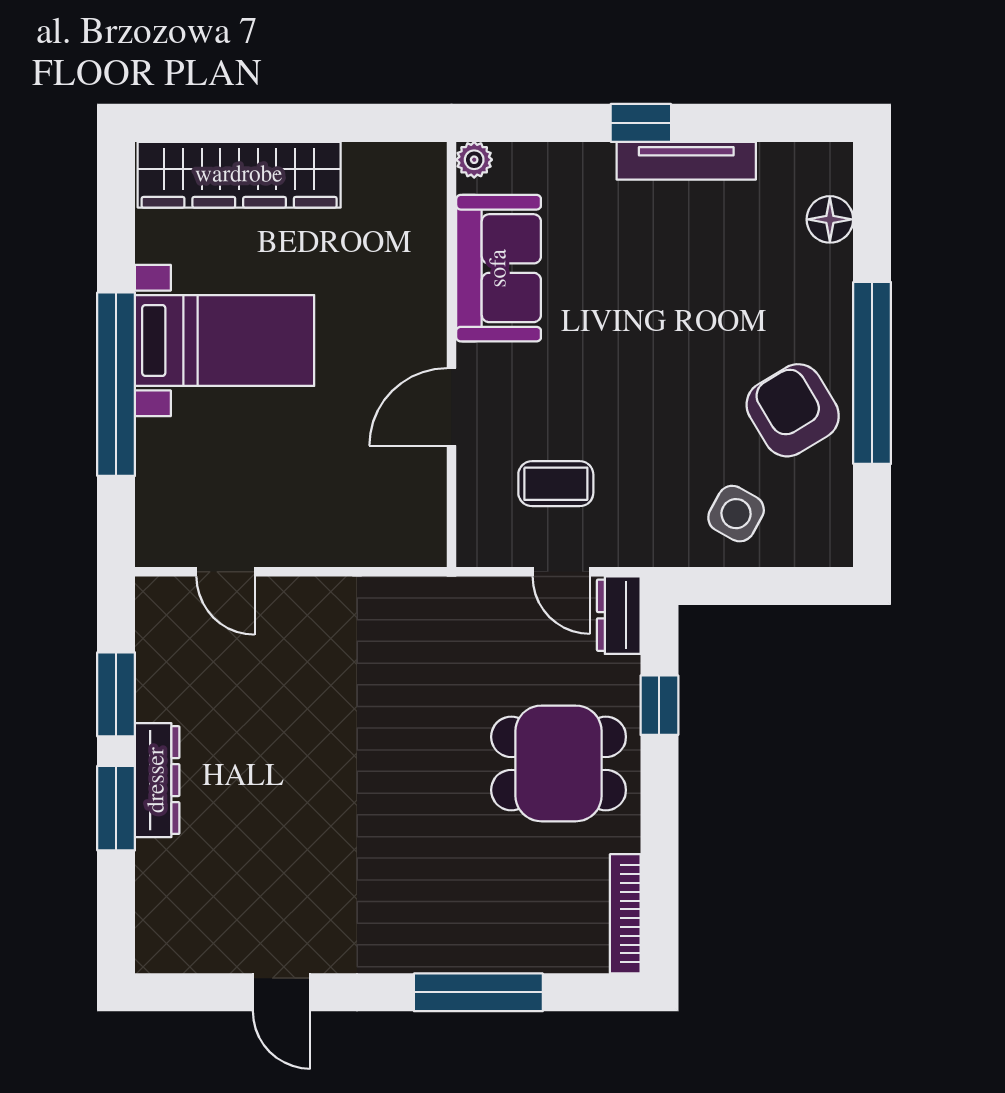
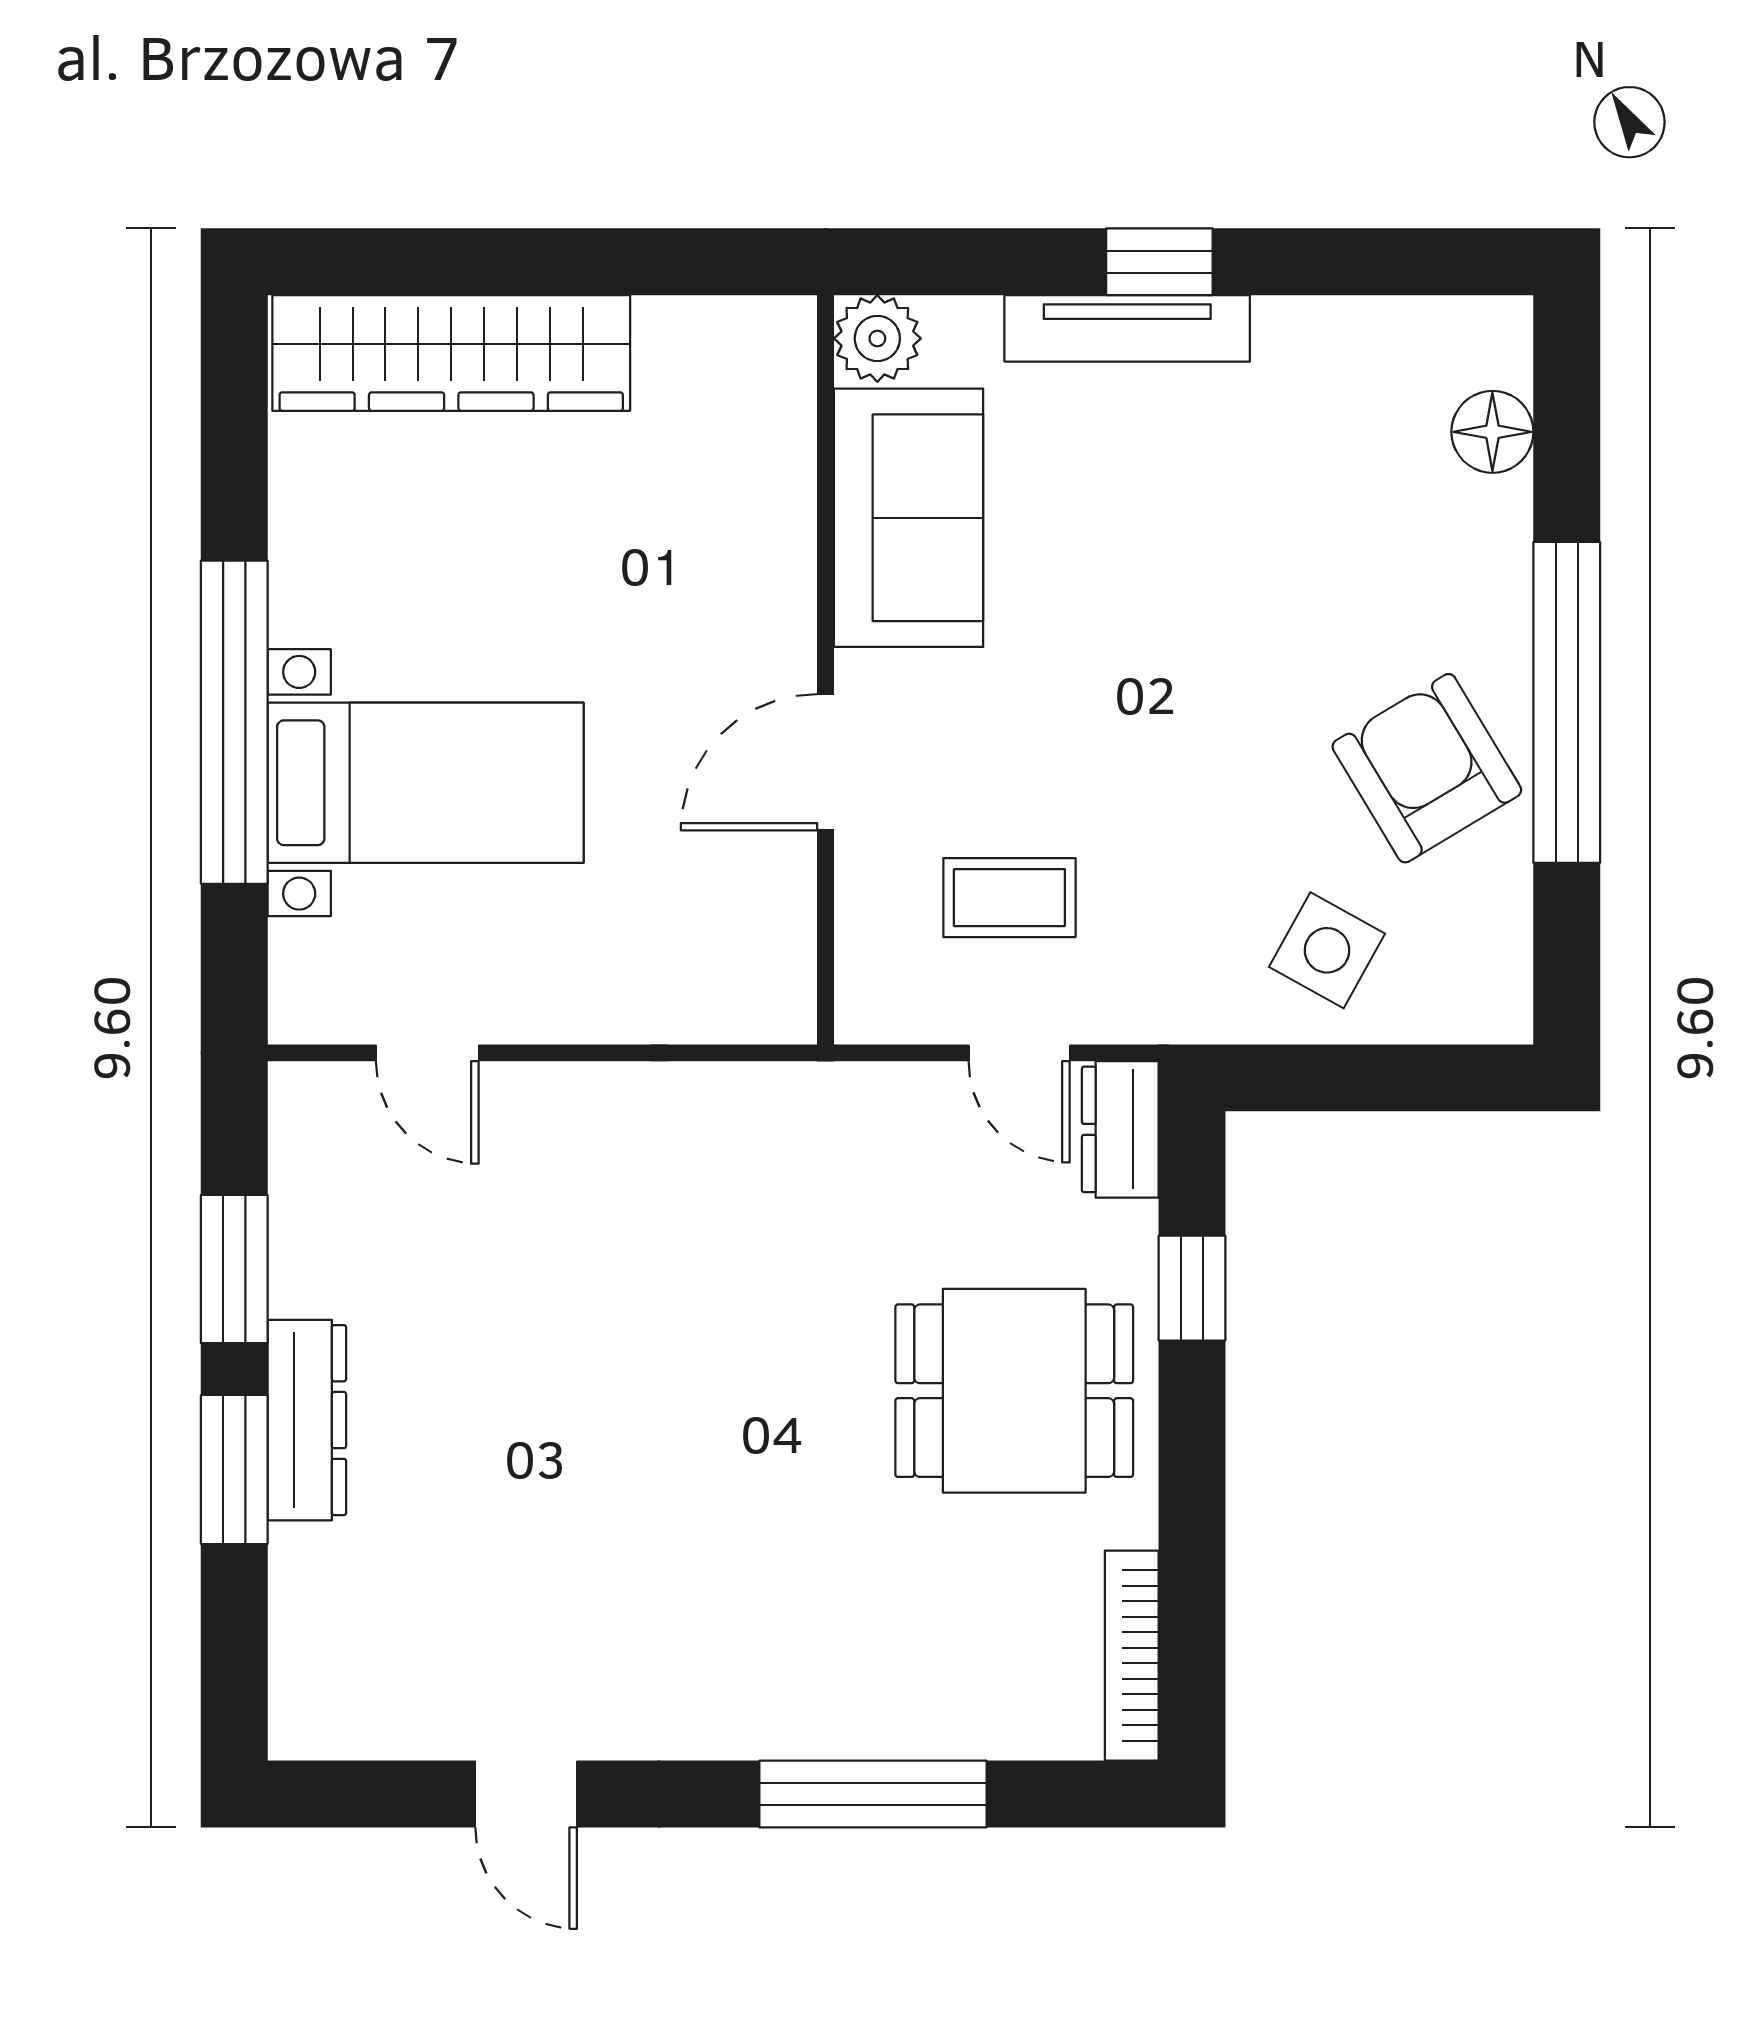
plant: (474, 160) -> (877, 338), width x1.38, depth x1.38
tv unit: (686, 161) -> (1127, 328), moved
bed with nightstands: (225, 340) -> (426, 783), moved

